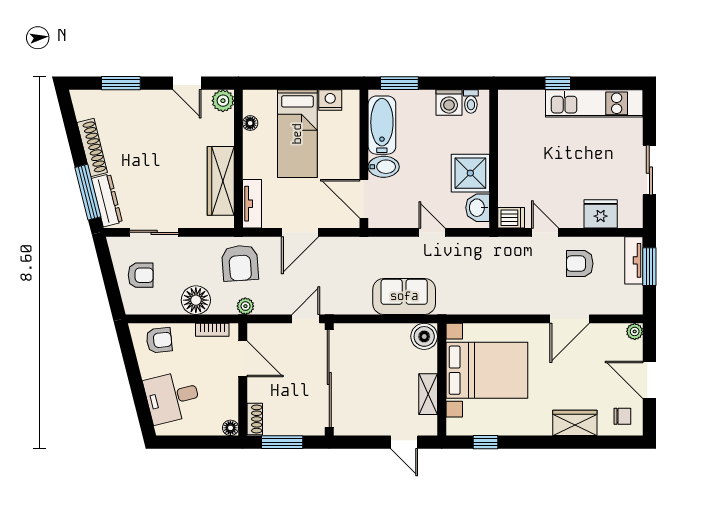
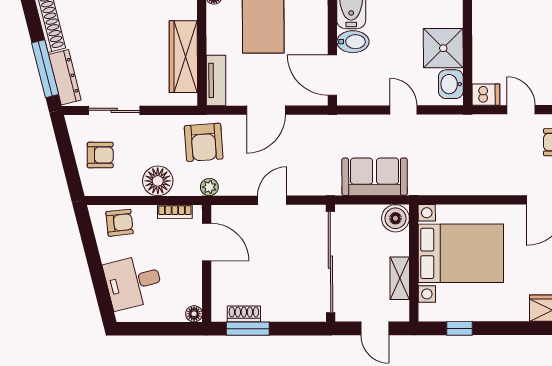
sliding door: (329, 378) -> (330, 262), moved
wall: (329, 379) -> (330, 263), moved
shoe rack: (255, 419) -> (244, 314), moved, turned -90

